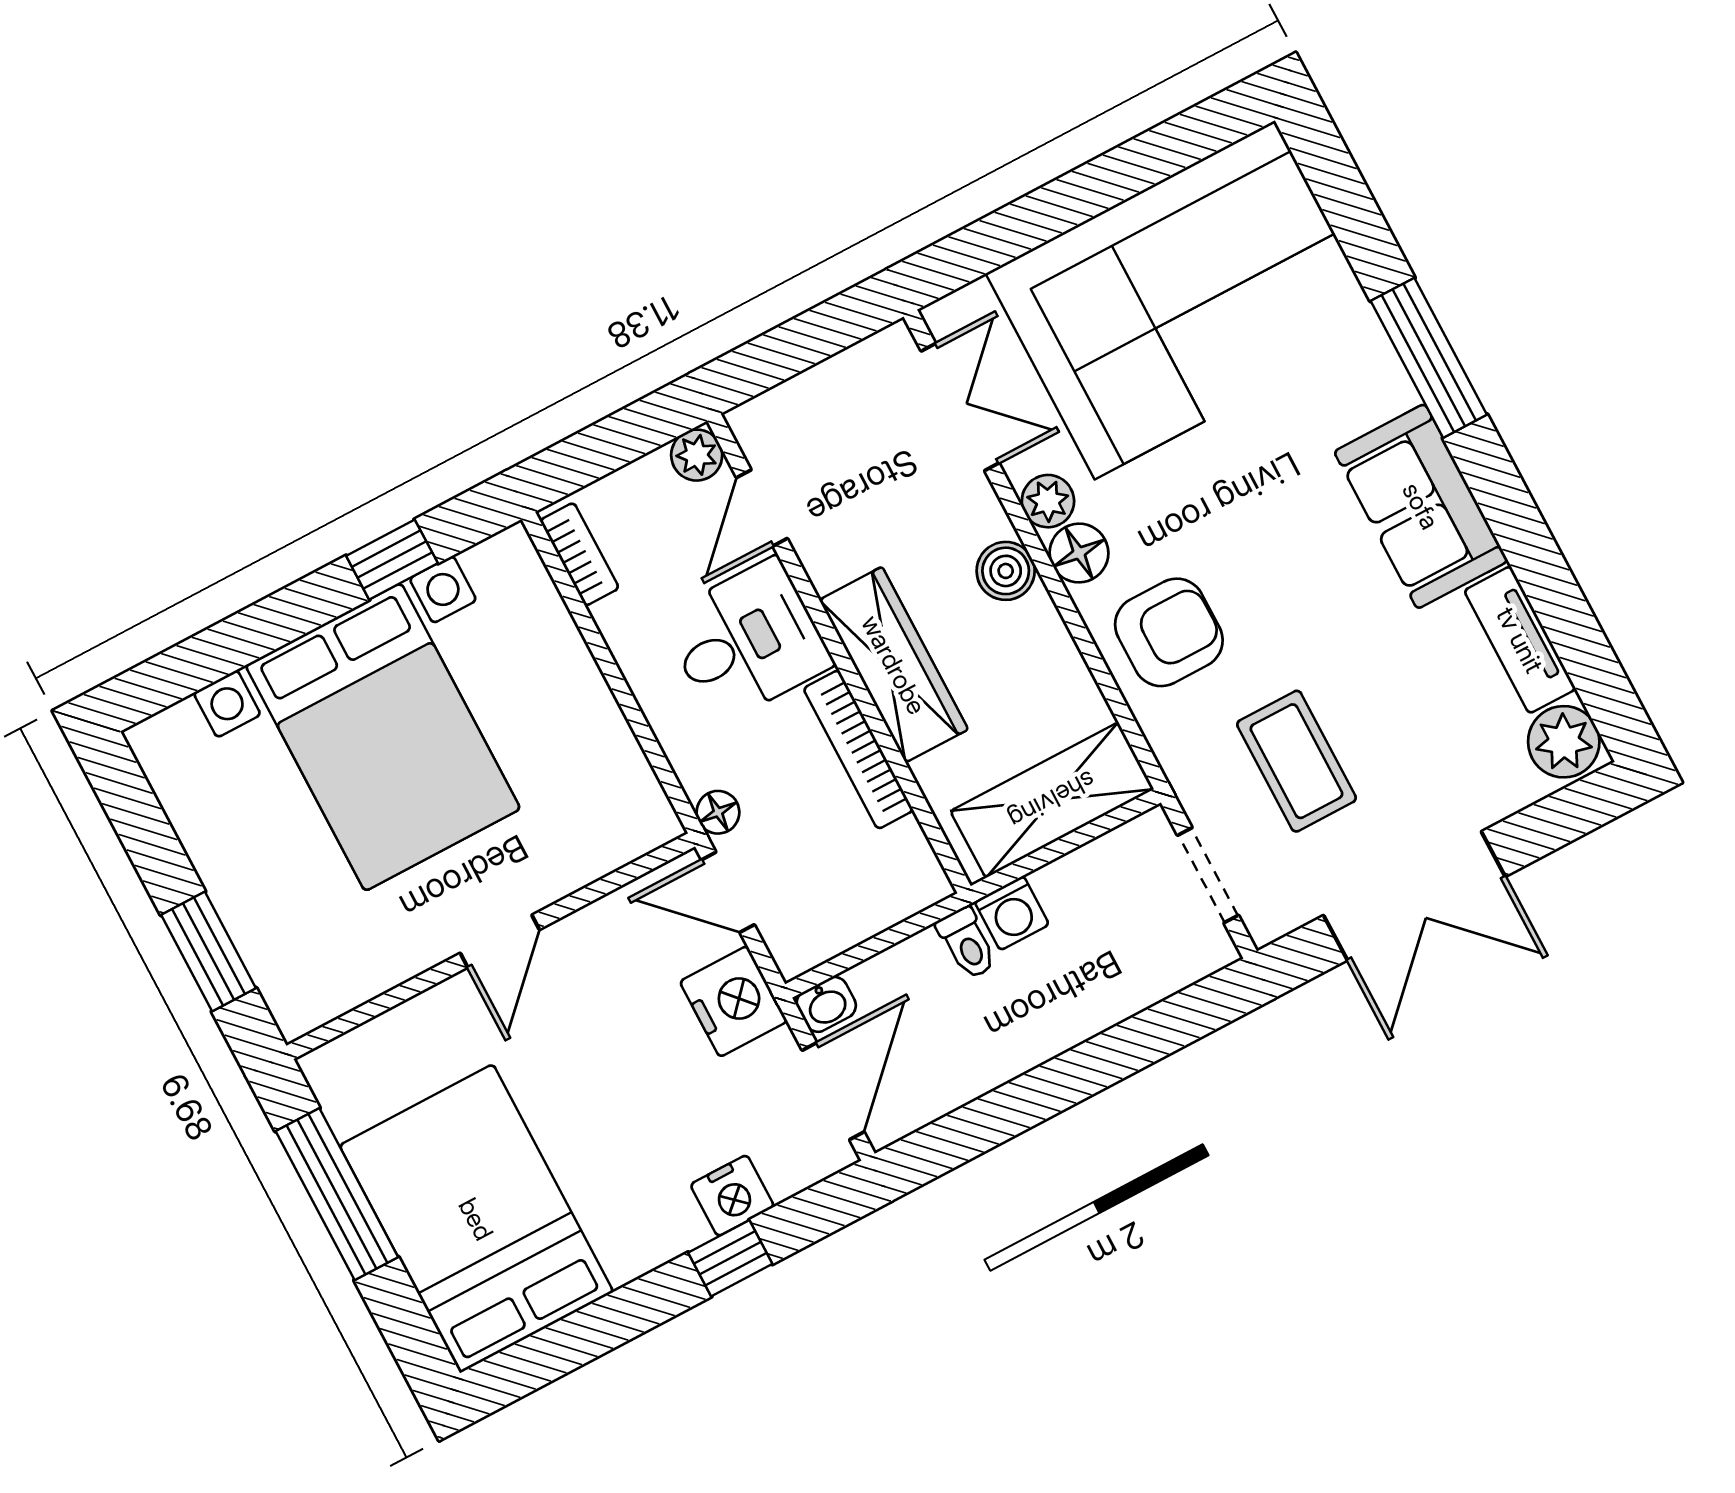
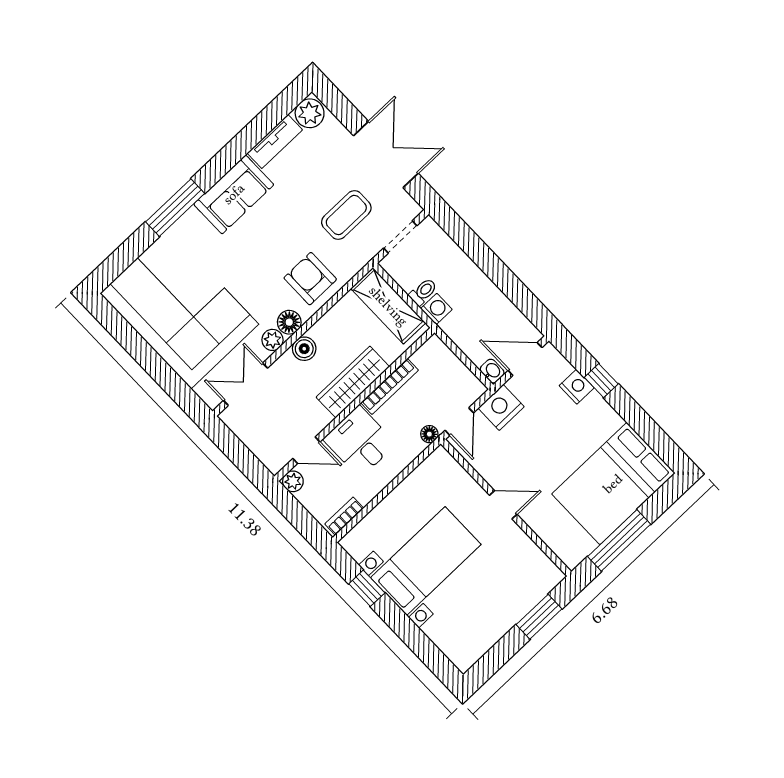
bed with nightstands: (383, 737) -> (426, 561), width x0.73
toilet: (967, 943) -> (423, 292), moved

